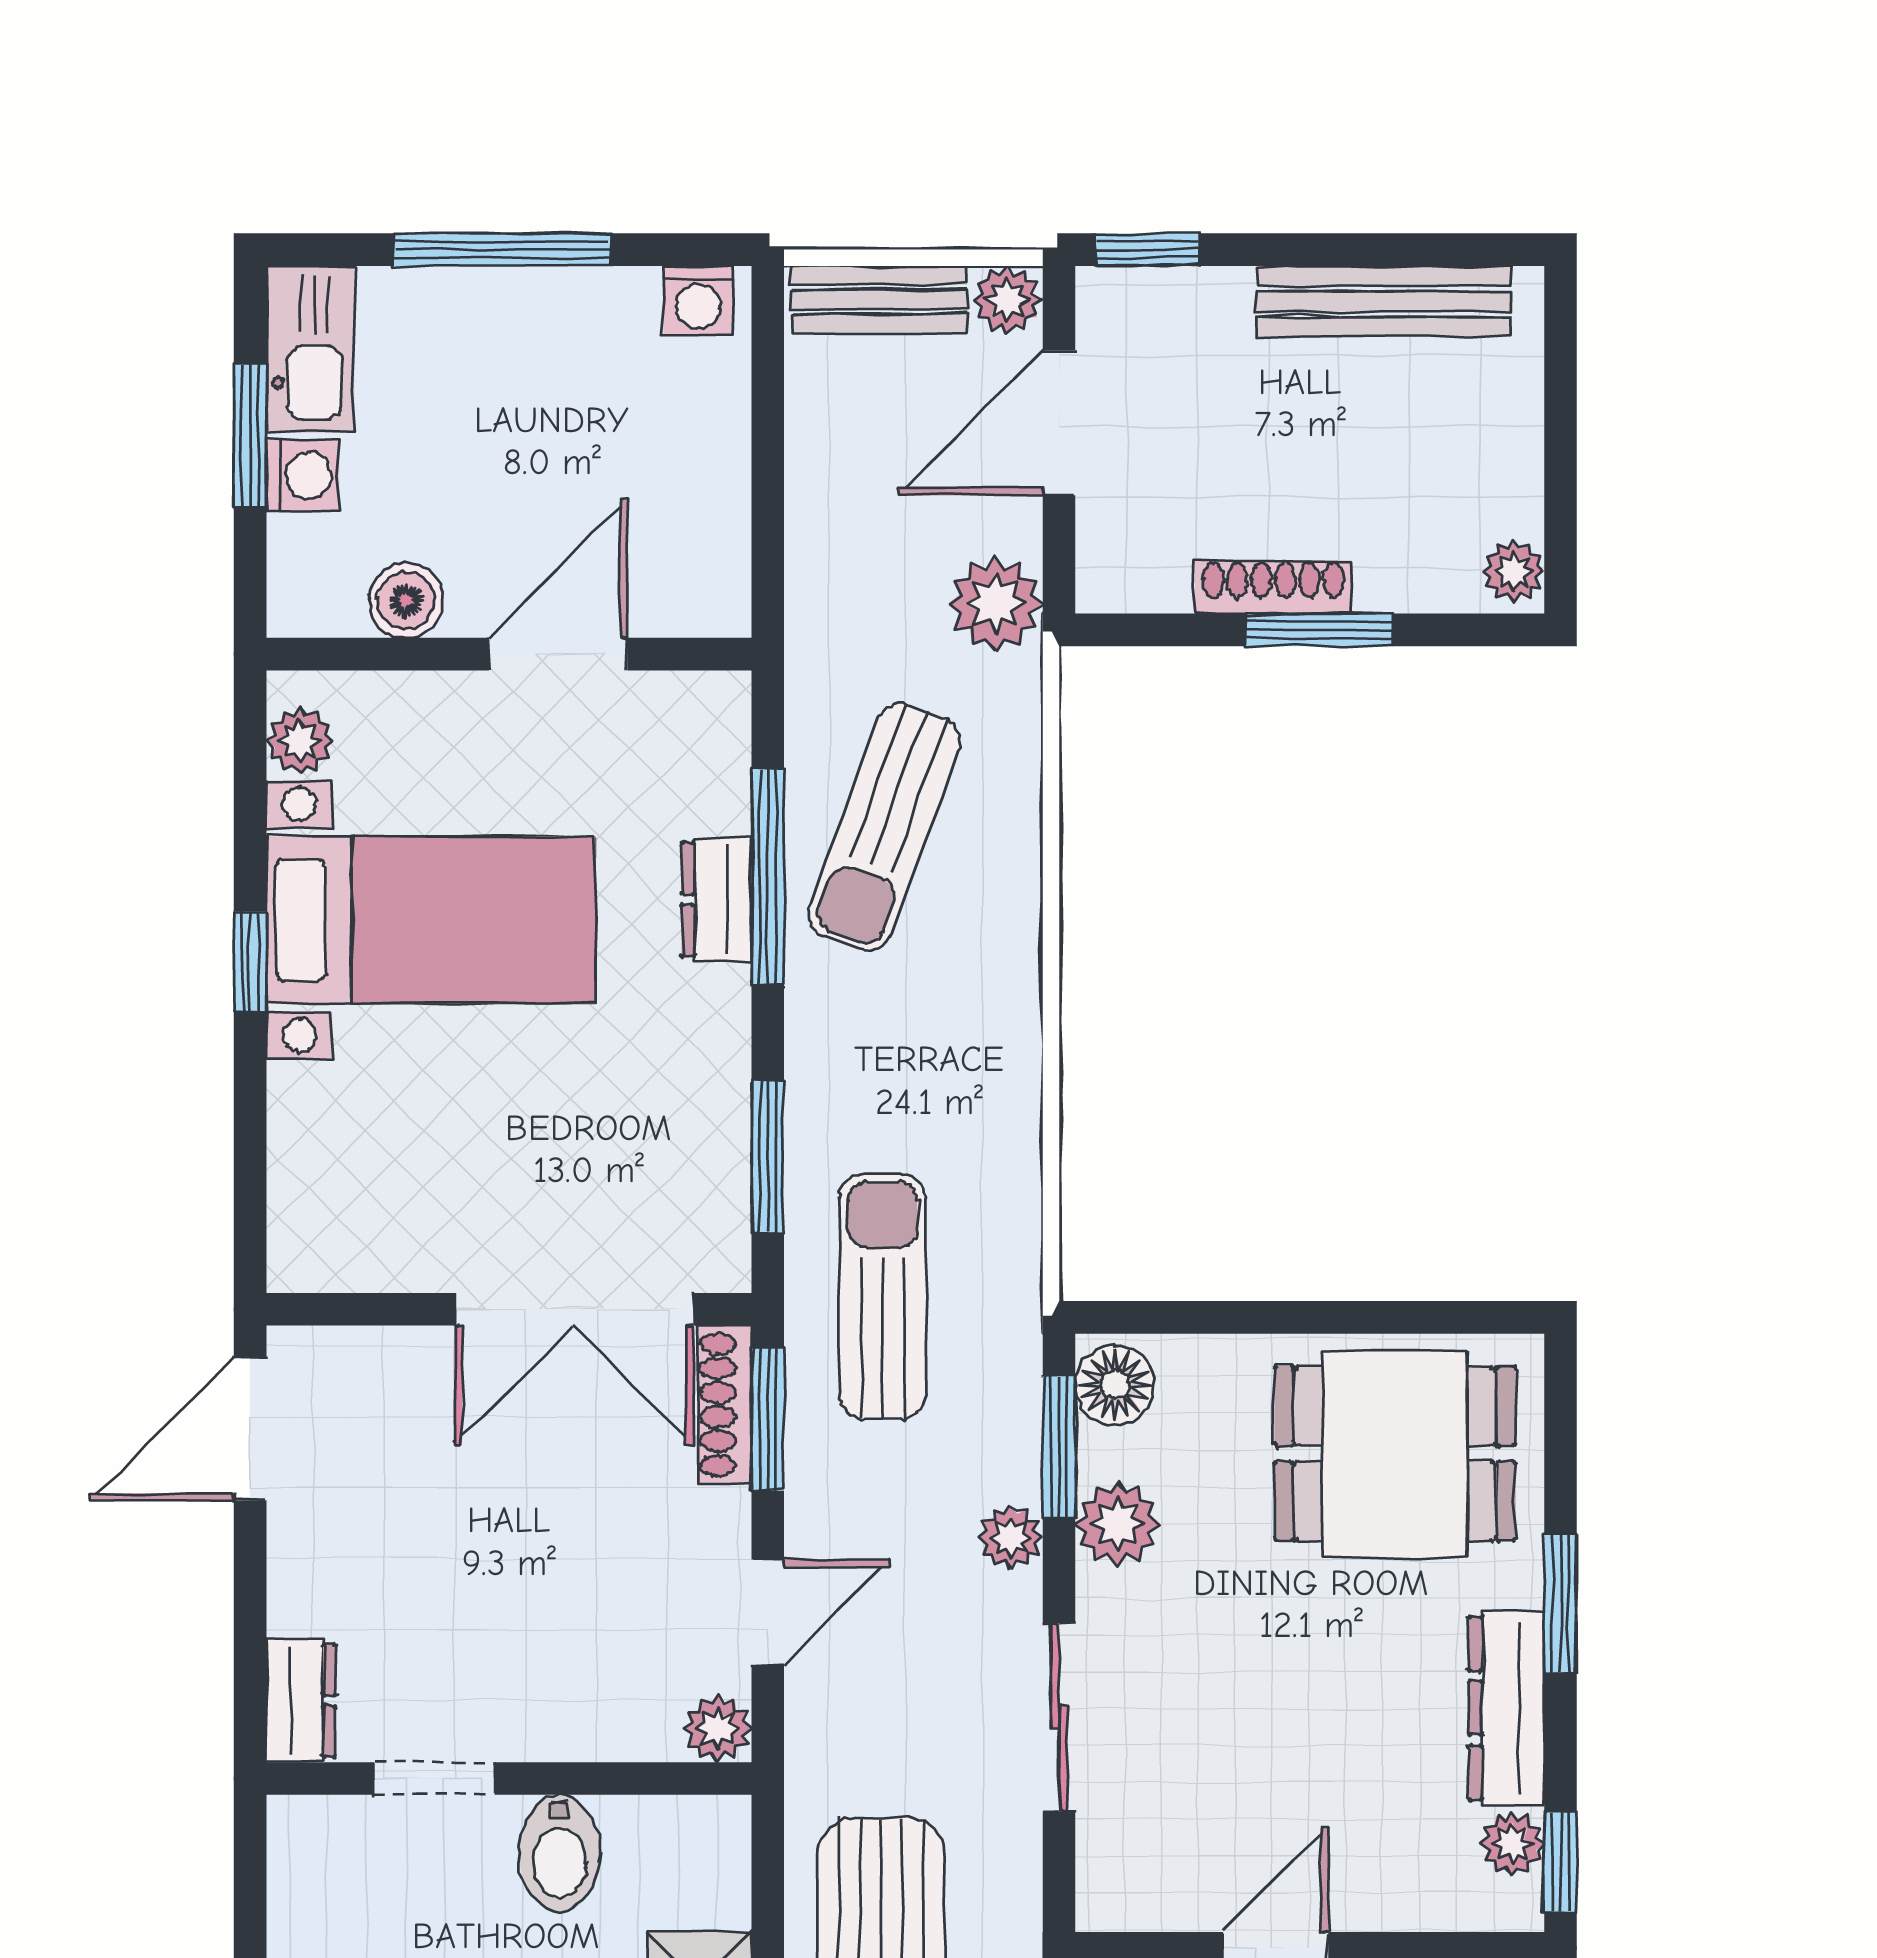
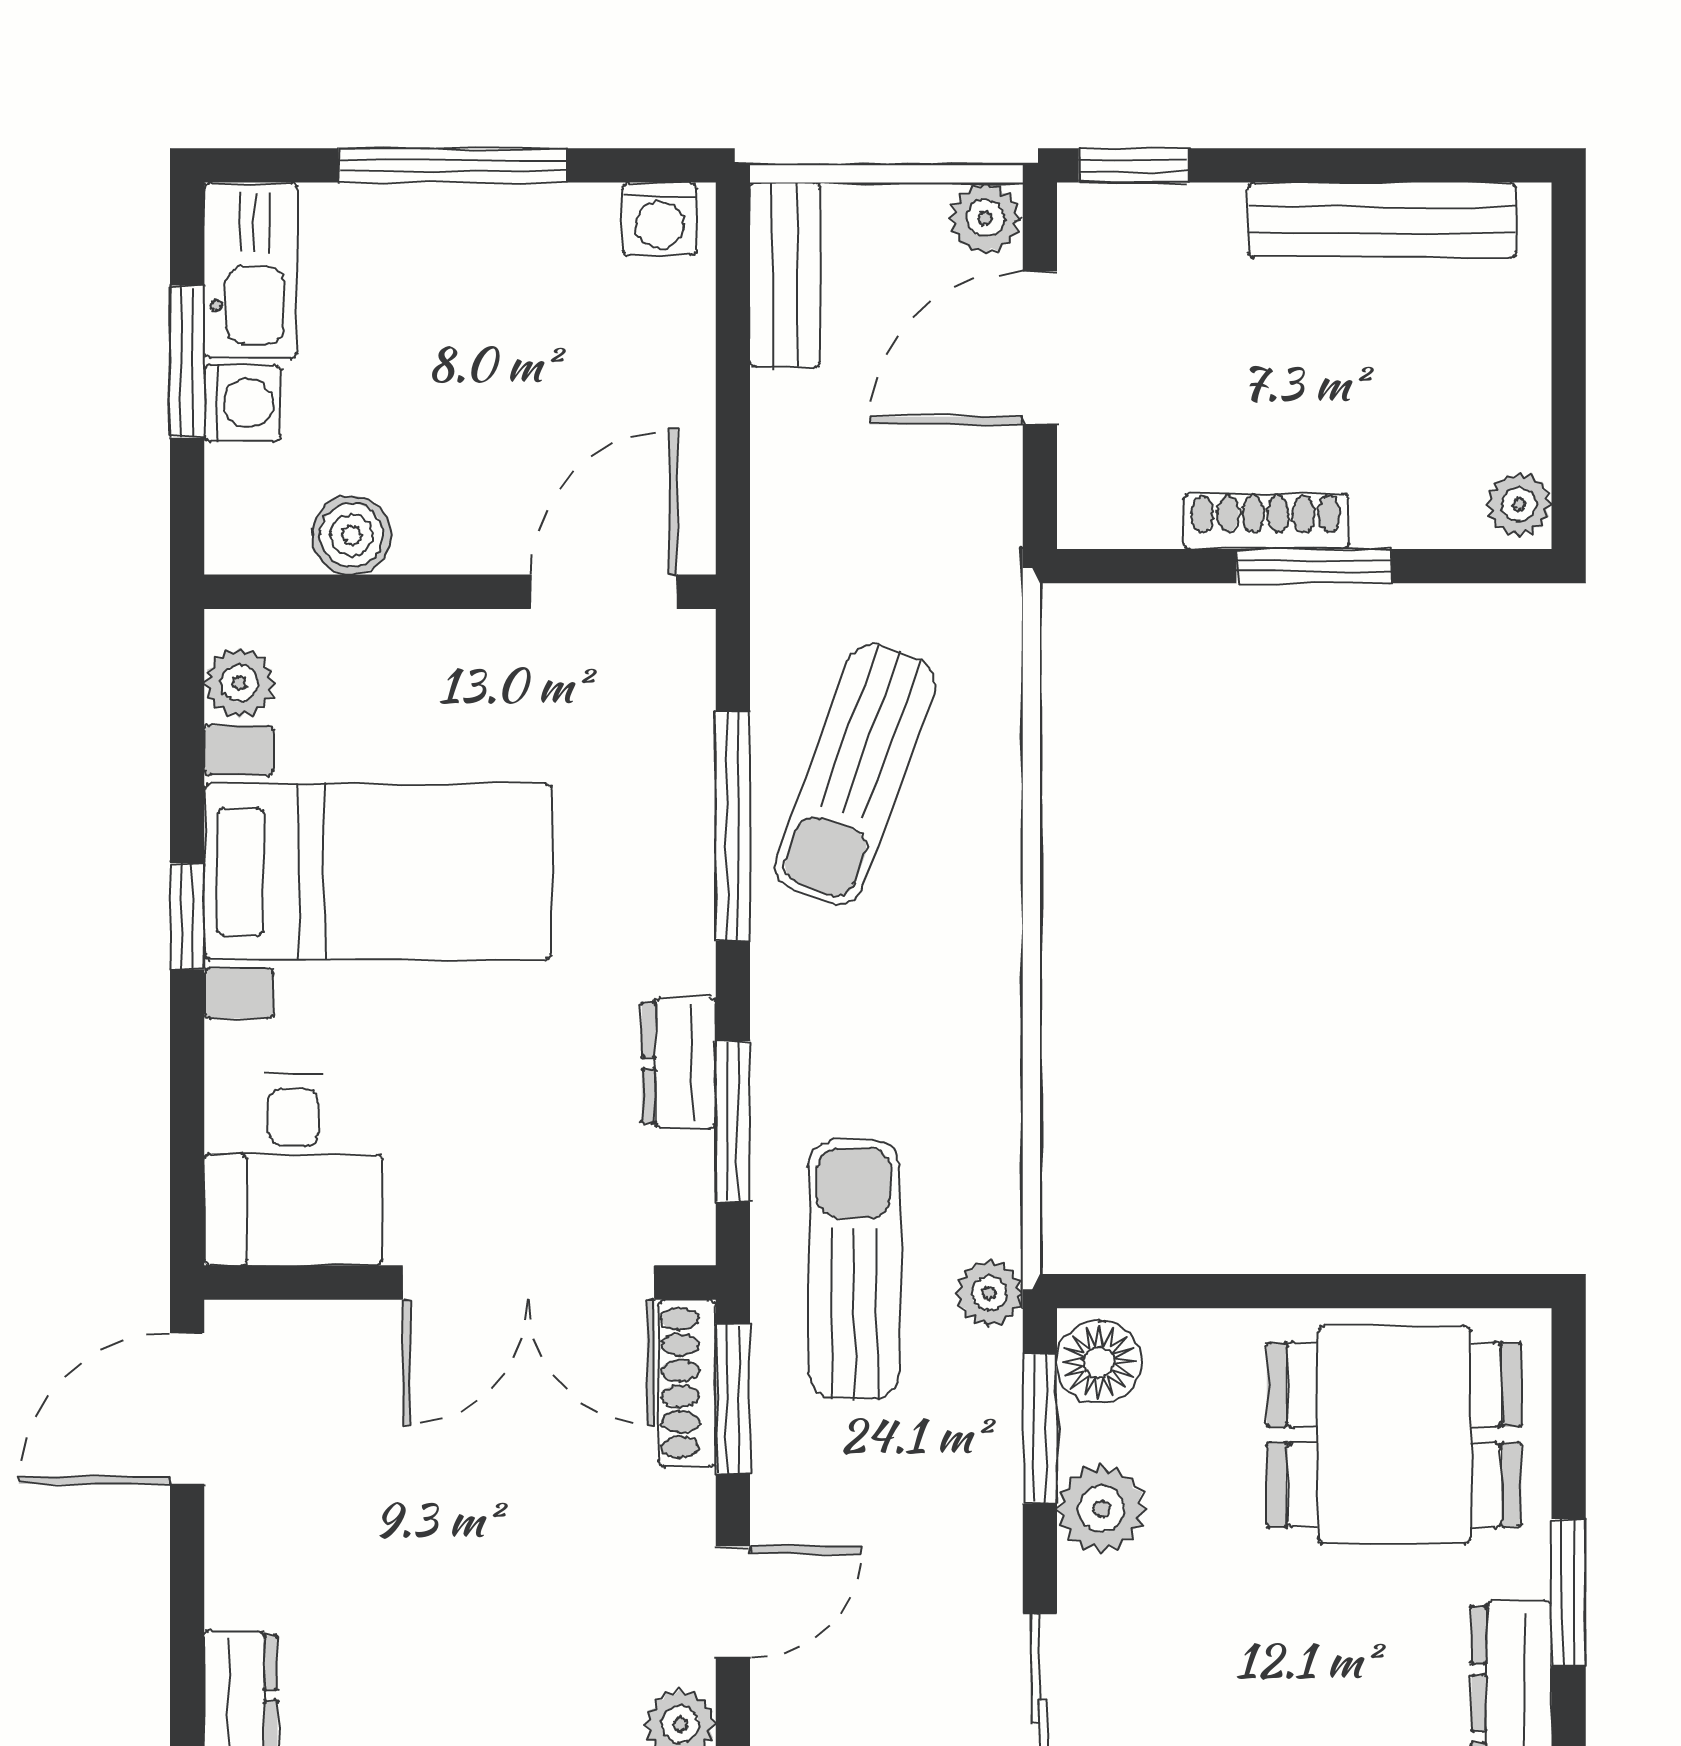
bench: (879, 299) -> (785, 275), moved, turned 90
plant: (996, 603) -> (973, 538), removed
door: (558, 654) -> (604, 592), moved
dresser: (717, 900) -> (679, 1063), moved
desk: (351, 1202) -> (293, 1169), added
plant: (1011, 1537) -> (989, 1293), moved

